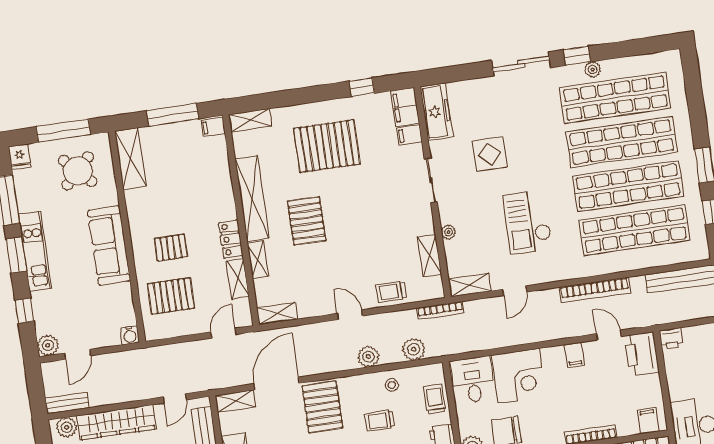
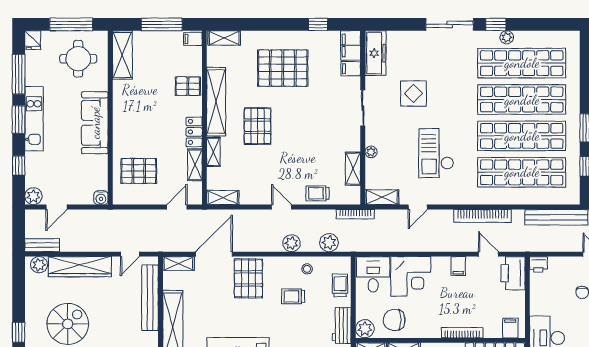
round table: (78, 171) -> (78, 59), turned 45
pallet: (171, 248) -> (188, 86), moved

